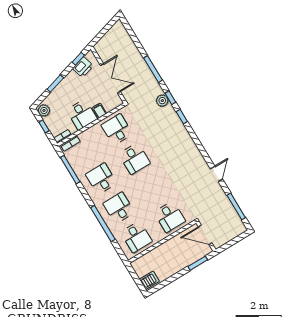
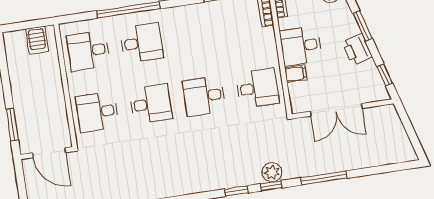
printer: (83, 67) -> (357, 50), moved
desk: (101, 179) -> (151, 104), moved
door: (205, 235) -> (49, 153), swing flipped
server rack: (149, 280) -> (37, 40), moved

